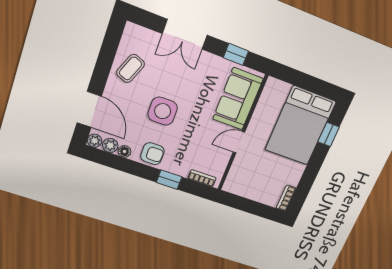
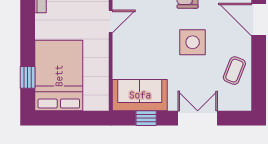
sofa: (238, 99) -> (140, 95), moved, turned -90
door: (239, 142) -> (111, 22), moved

